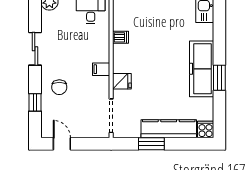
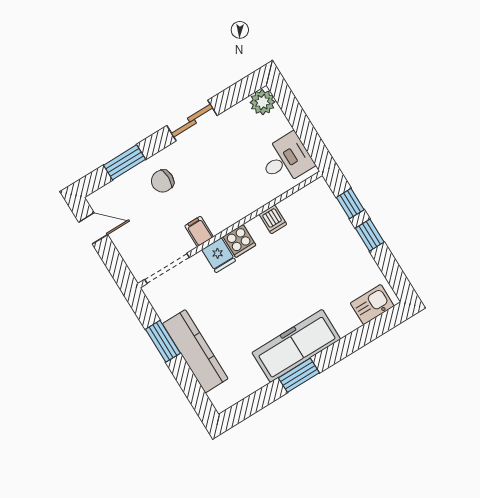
filing cabinet: (101, 69) -> (199, 231), moved
window: (35, 102) -> (125, 162), width x1.50
cooker: (206, 130) -> (239, 241), moved, turned 90
door: (62, 144) -> (93, 228), hinge flipped

